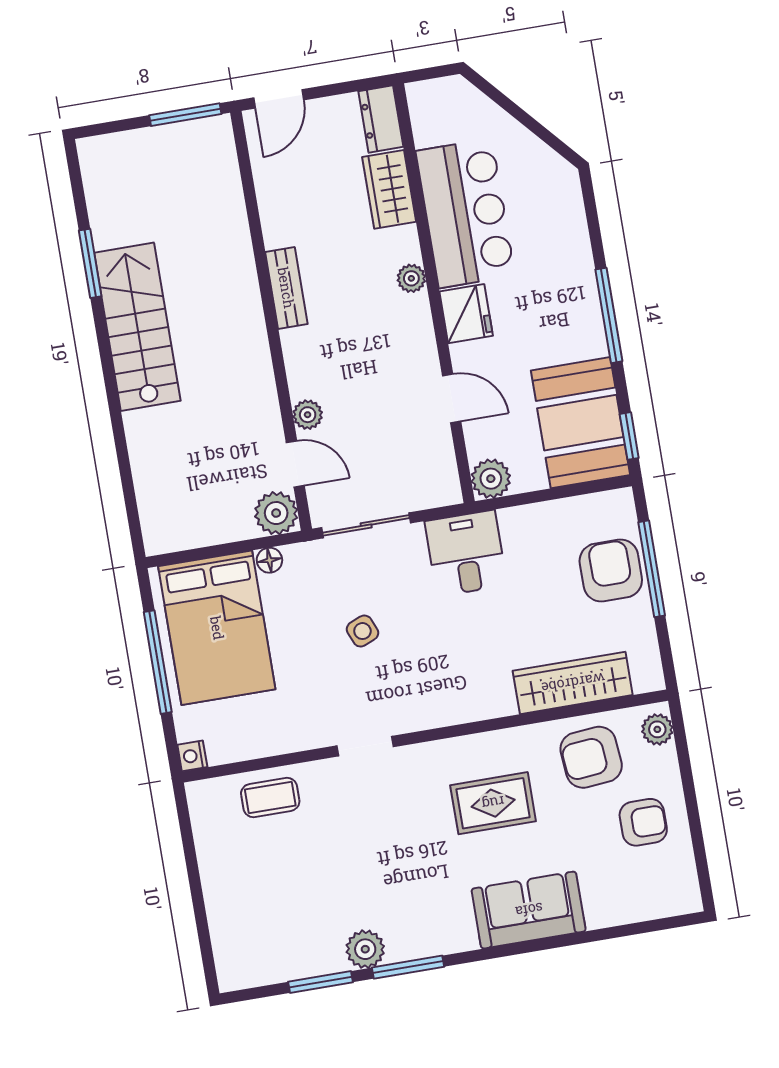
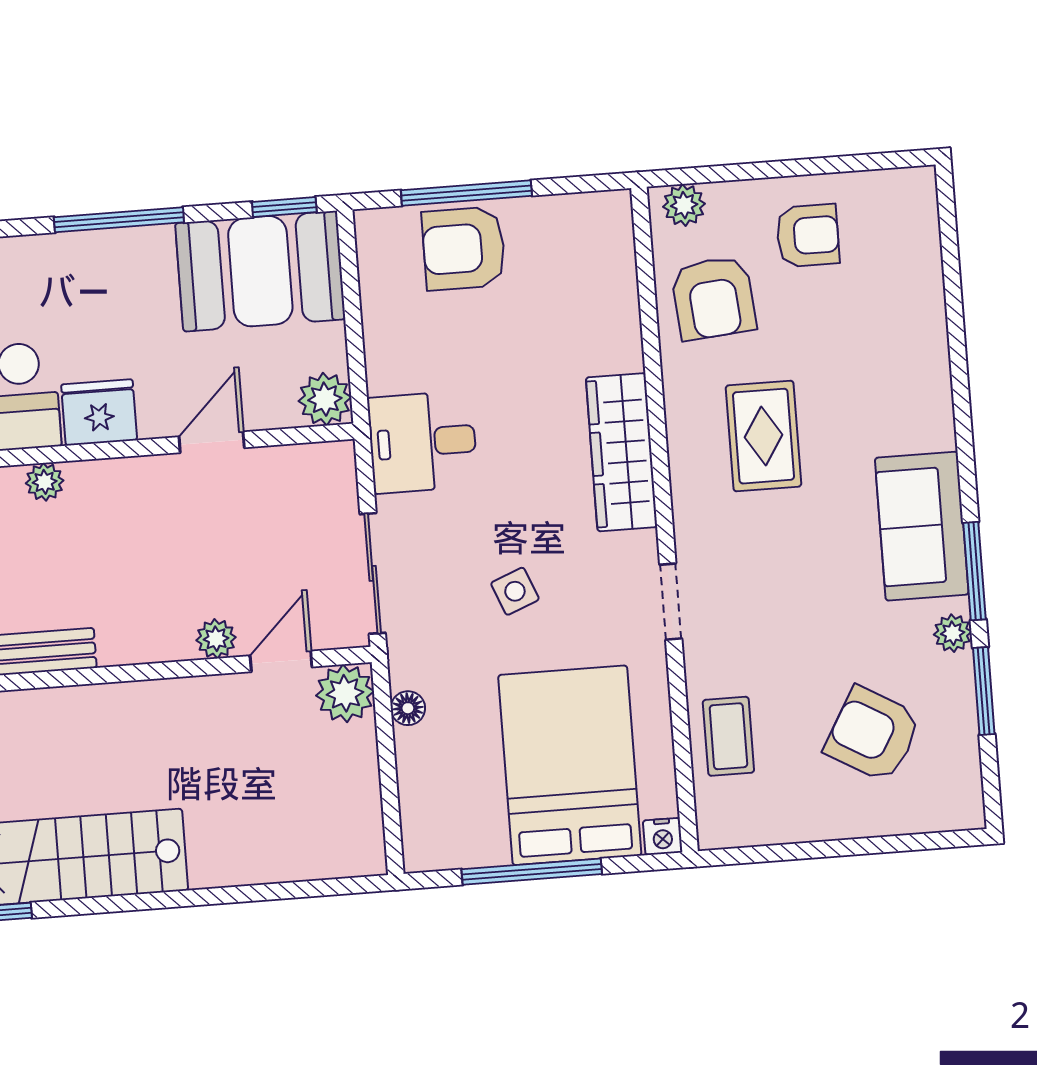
bed: (217, 628) -> (570, 765), moved, turned -90
wardrobe: (573, 683) -> (622, 452), moved
armchair: (643, 822) -> (808, 236), turned 90
armchair: (281, 903) -> (873, 734), added
sofa: (529, 910) -> (922, 526), moved
plant: (365, 949) -> (953, 633), width x0.73, depth x0.73

